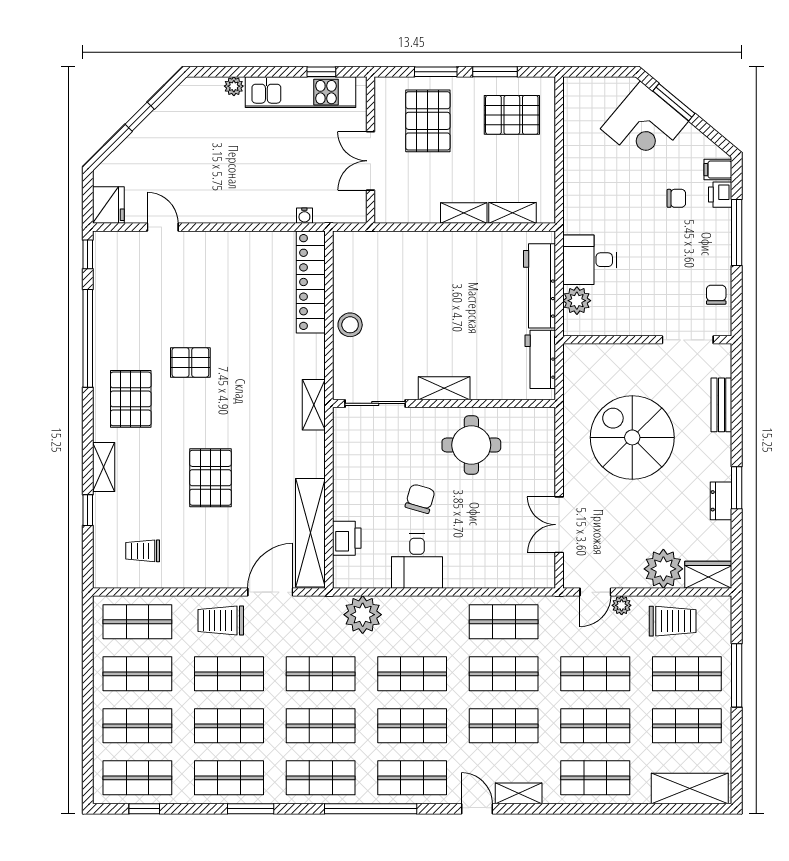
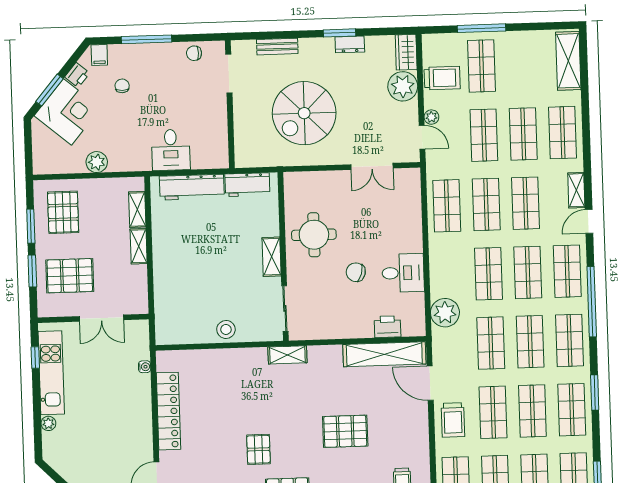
printer: (720, 195) -> (77, 75), moved, turned -50
locker: (311, 282) -> (168, 411), moved, turned -90
plant: (577, 301) -> (97, 162), moved
trolley: (673, 621) -> (442, 78), turned 90
shop shelf: (687, 726) -> (521, 65), removed

